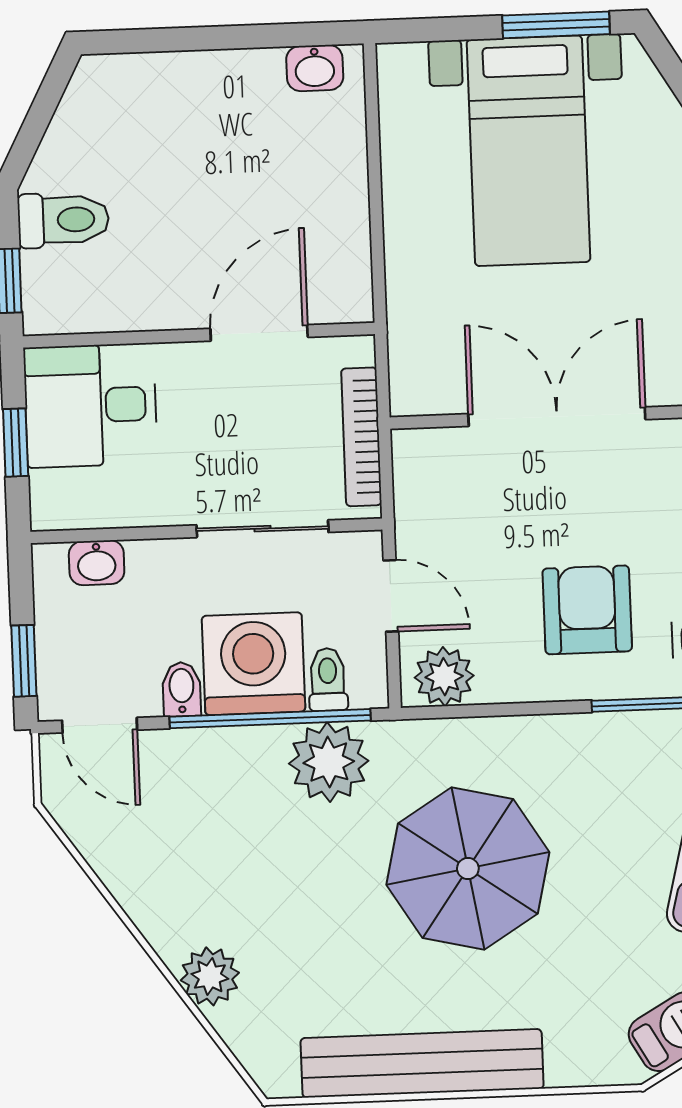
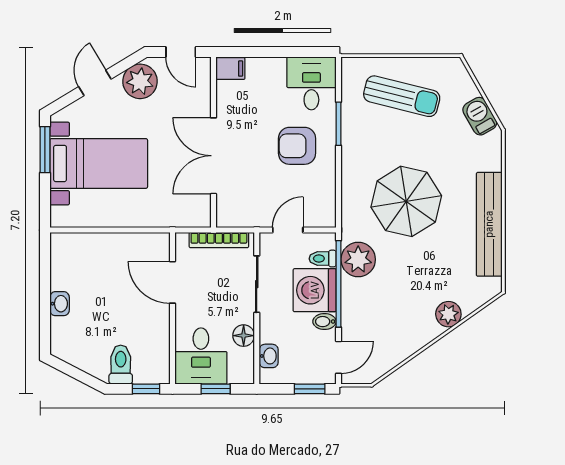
washbasin: (315, 68) -> (60, 304), moved
floor lamp: (142, 503) -> (244, 336), added
plant: (444, 677) -> (323, 208), removed

